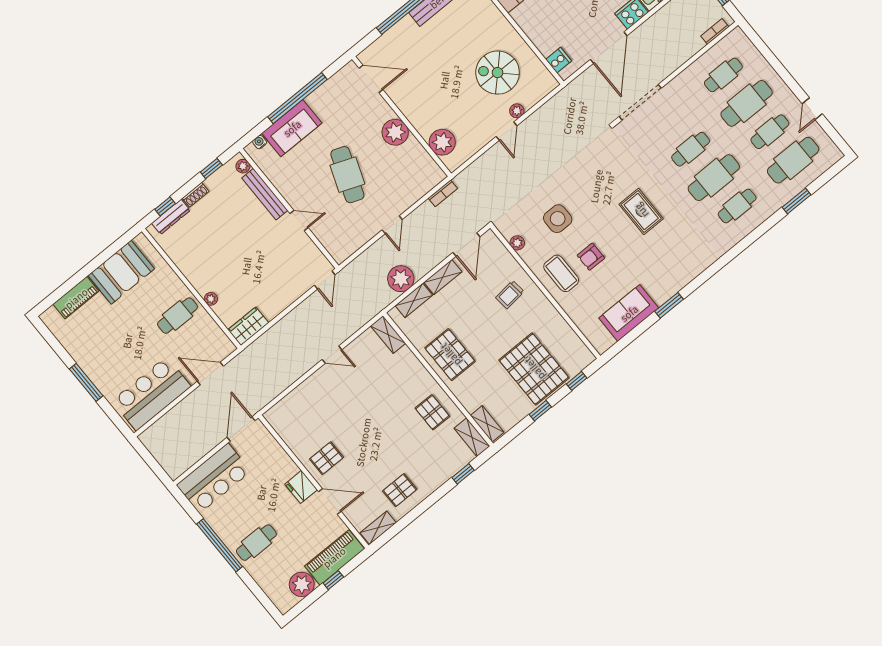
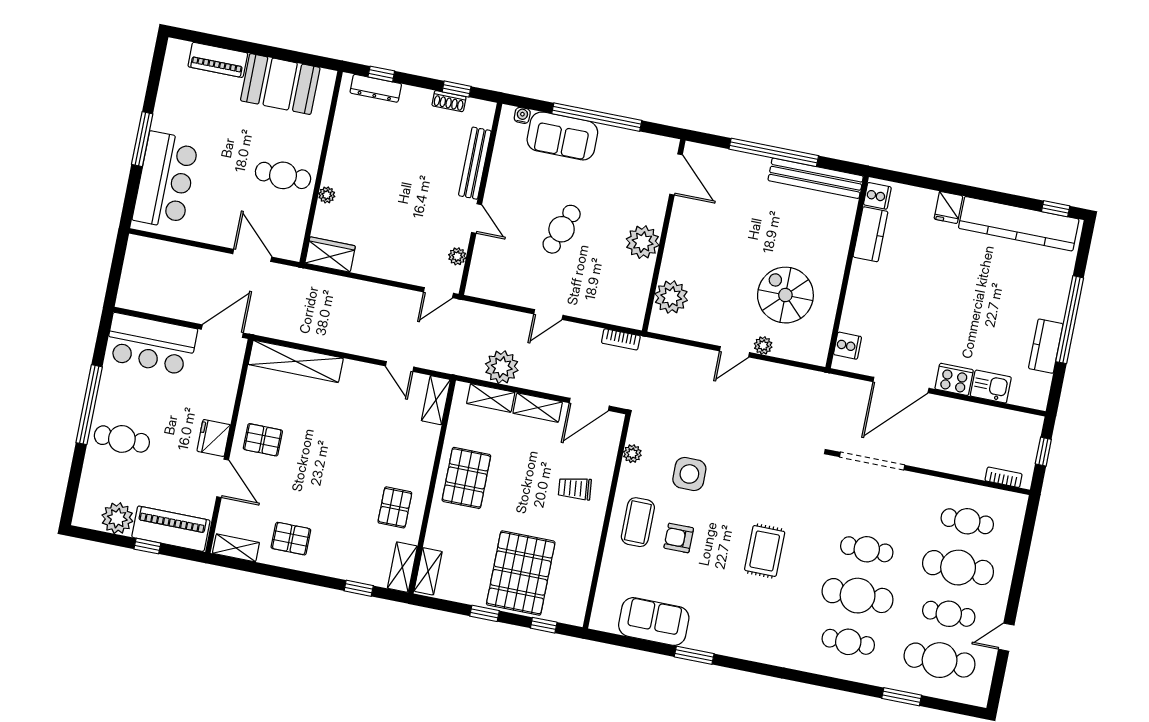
plant: (243, 166) -> (457, 256), moved
cafe table: (347, 175) -> (562, 229), width x0.73, depth x0.74
shoe rack: (196, 195) -> (449, 101), moved
door: (332, 355) -> (400, 367), moved
bar counter: (151, 394) -> (166, 180), moved, turned 90
shelving: (296, 400) -> (296, 361), added

